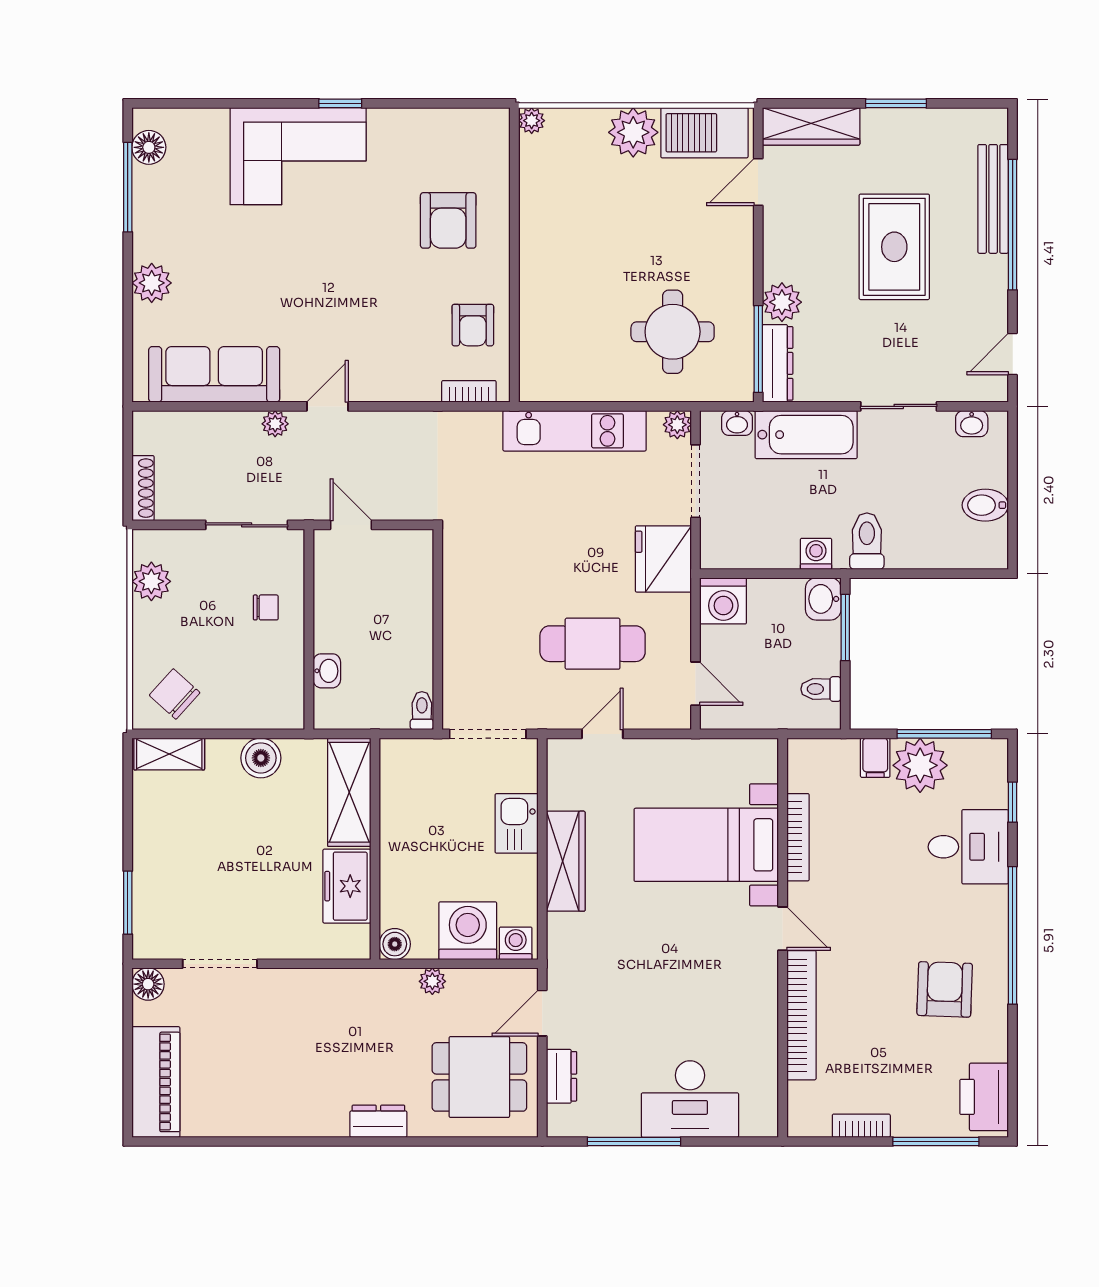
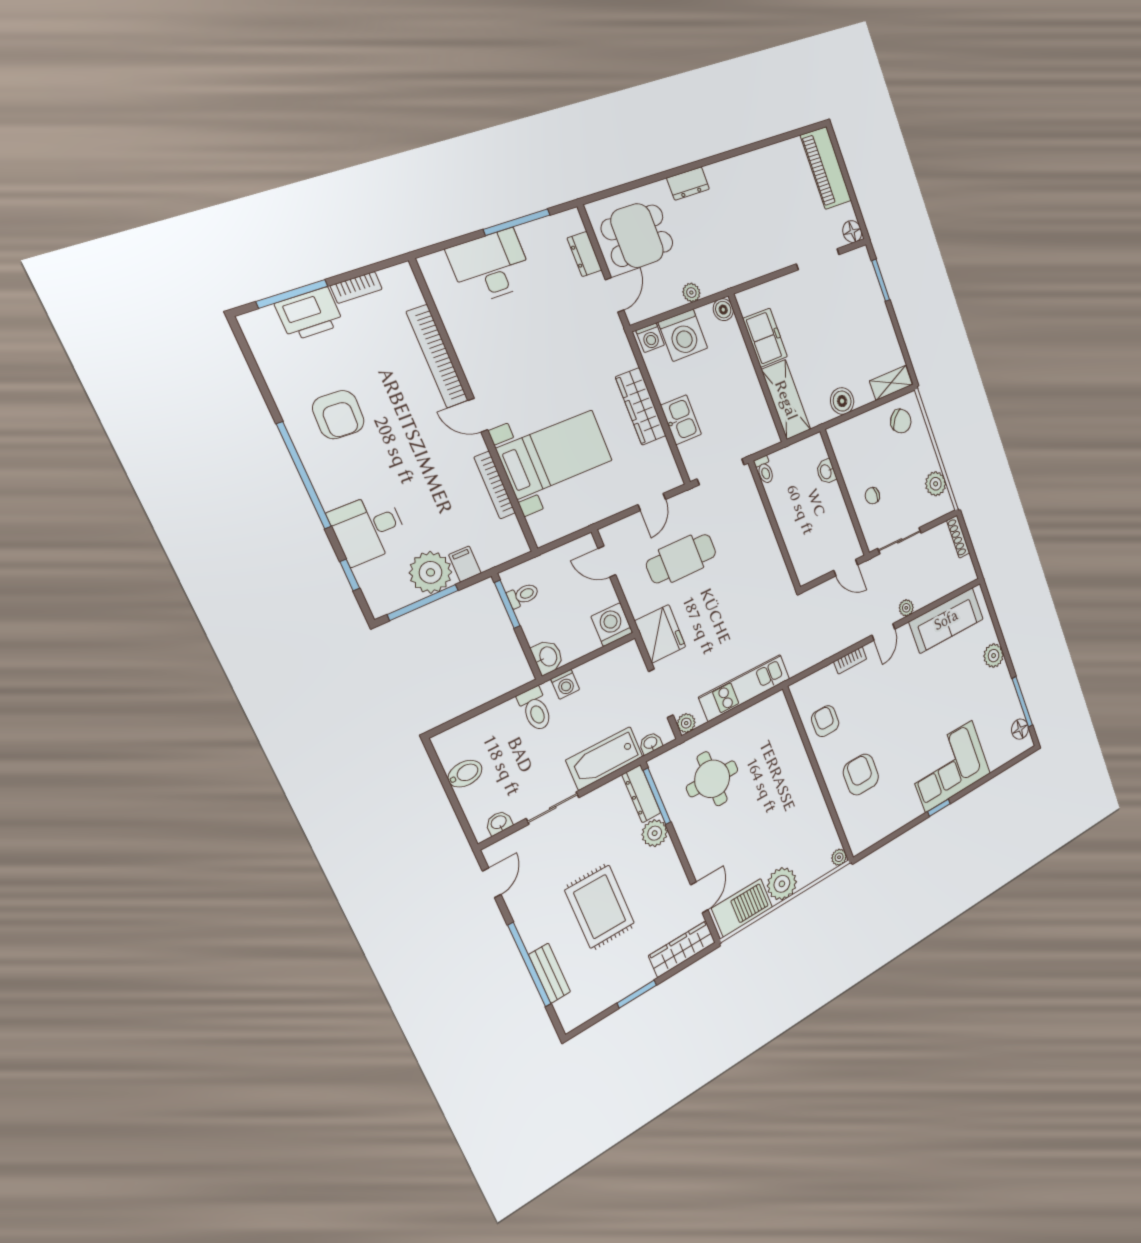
bench: (993, 199) -> (550, 973), width x0.73
bookcase: (469, 391) -> (850, 660), moved
window: (845, 627) -> (507, 604), moved
printer: (984, 1097) -> (309, 314), moved, turned 90

